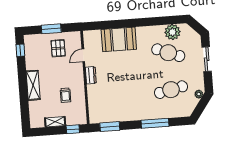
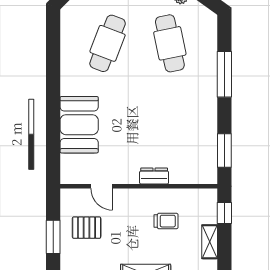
plant: (172, 32) -> (73, 34), removed
dresser: (91, 75) -> (154, 176), moved

